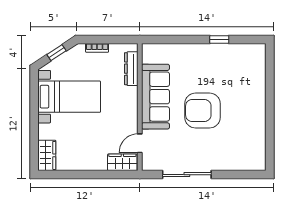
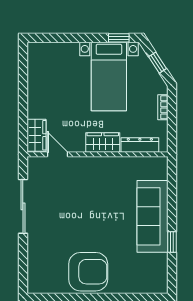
window: (34, 88) -> (119, 38), added
sofa: (155, 97) -> (153, 216), moved, turned 90
armchair: (202, 111) -> (88, 272), moved, turned 90
wardrobe: (47, 155) -> (103, 143), moved, turned 180

